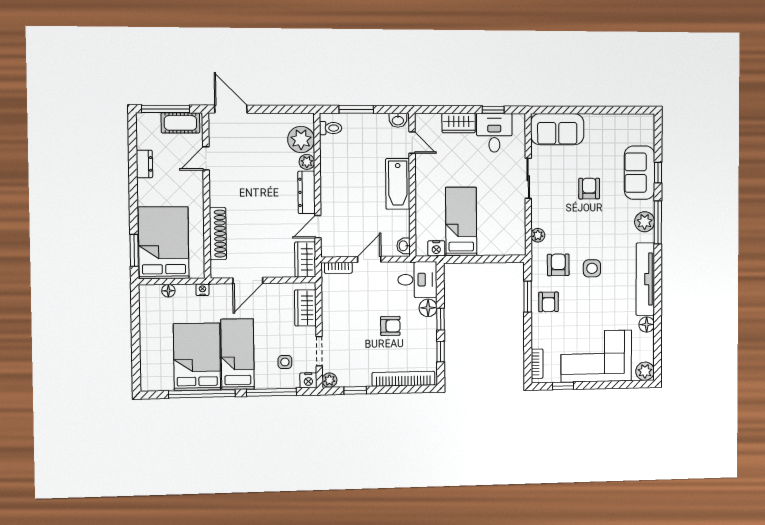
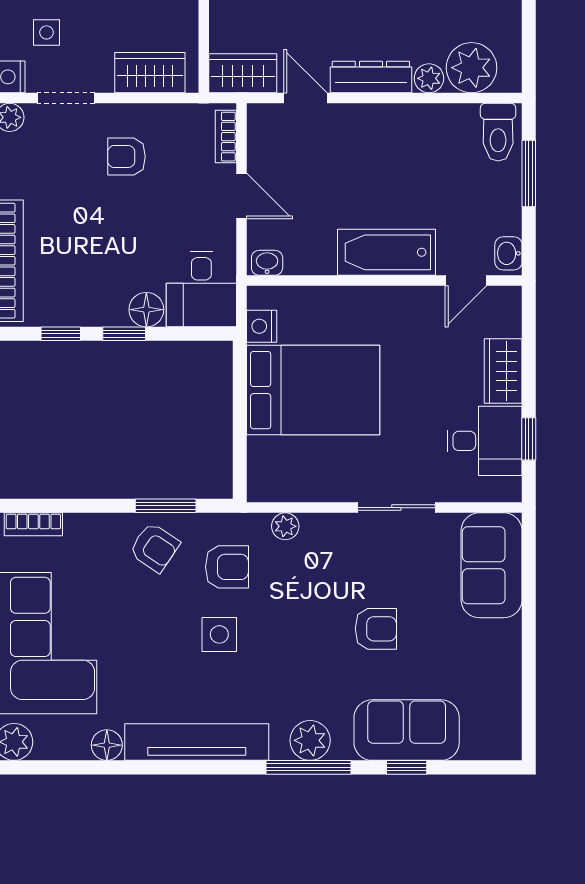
toilet: (331, 128) -> (498, 132), width x1.37, depth x1.39
bed: (461, 222) -> (313, 390), width x1.50
armchair: (549, 302) -> (154, 547), turned -146
armchair: (390, 326) -> (126, 157), moved, turned 90

